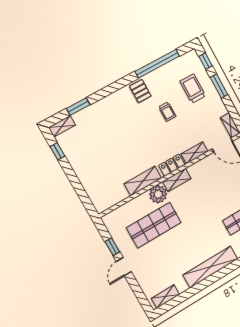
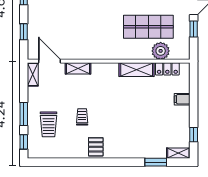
window: (157, 64) -> (68, 162), removed
locker: (172, 165) -> (167, 69), moved
filing cabinet: (87, 178) -> (182, 99), added
shelving: (177, 180) -> (107, 54), removed
plant: (158, 194) -> (161, 51), moved

